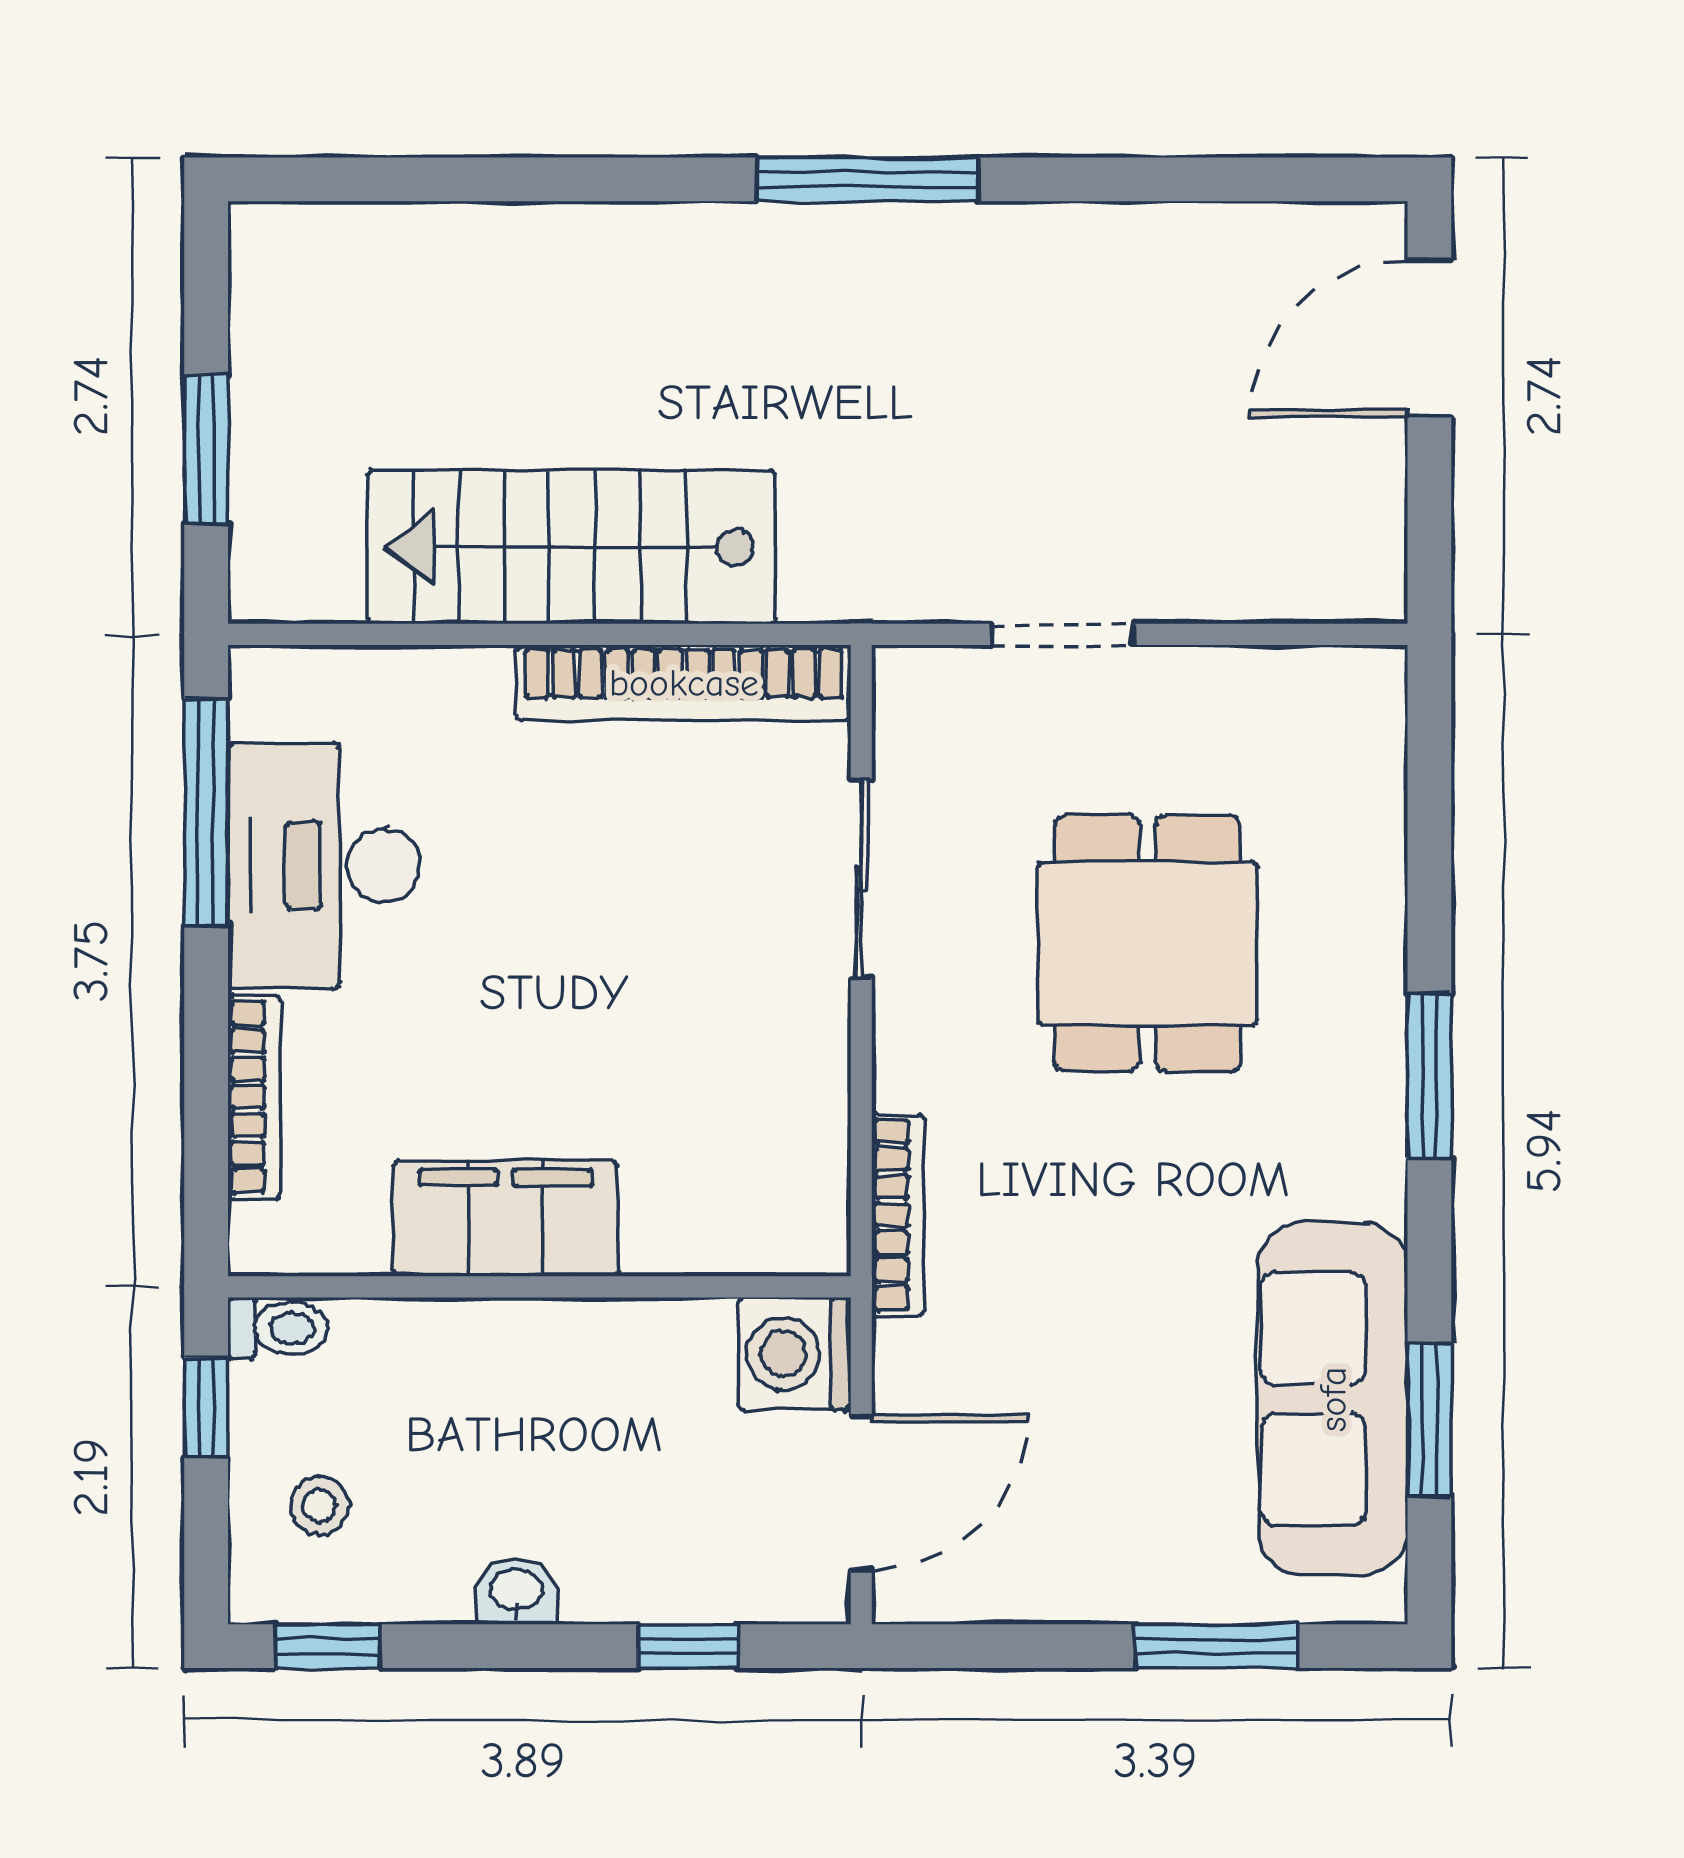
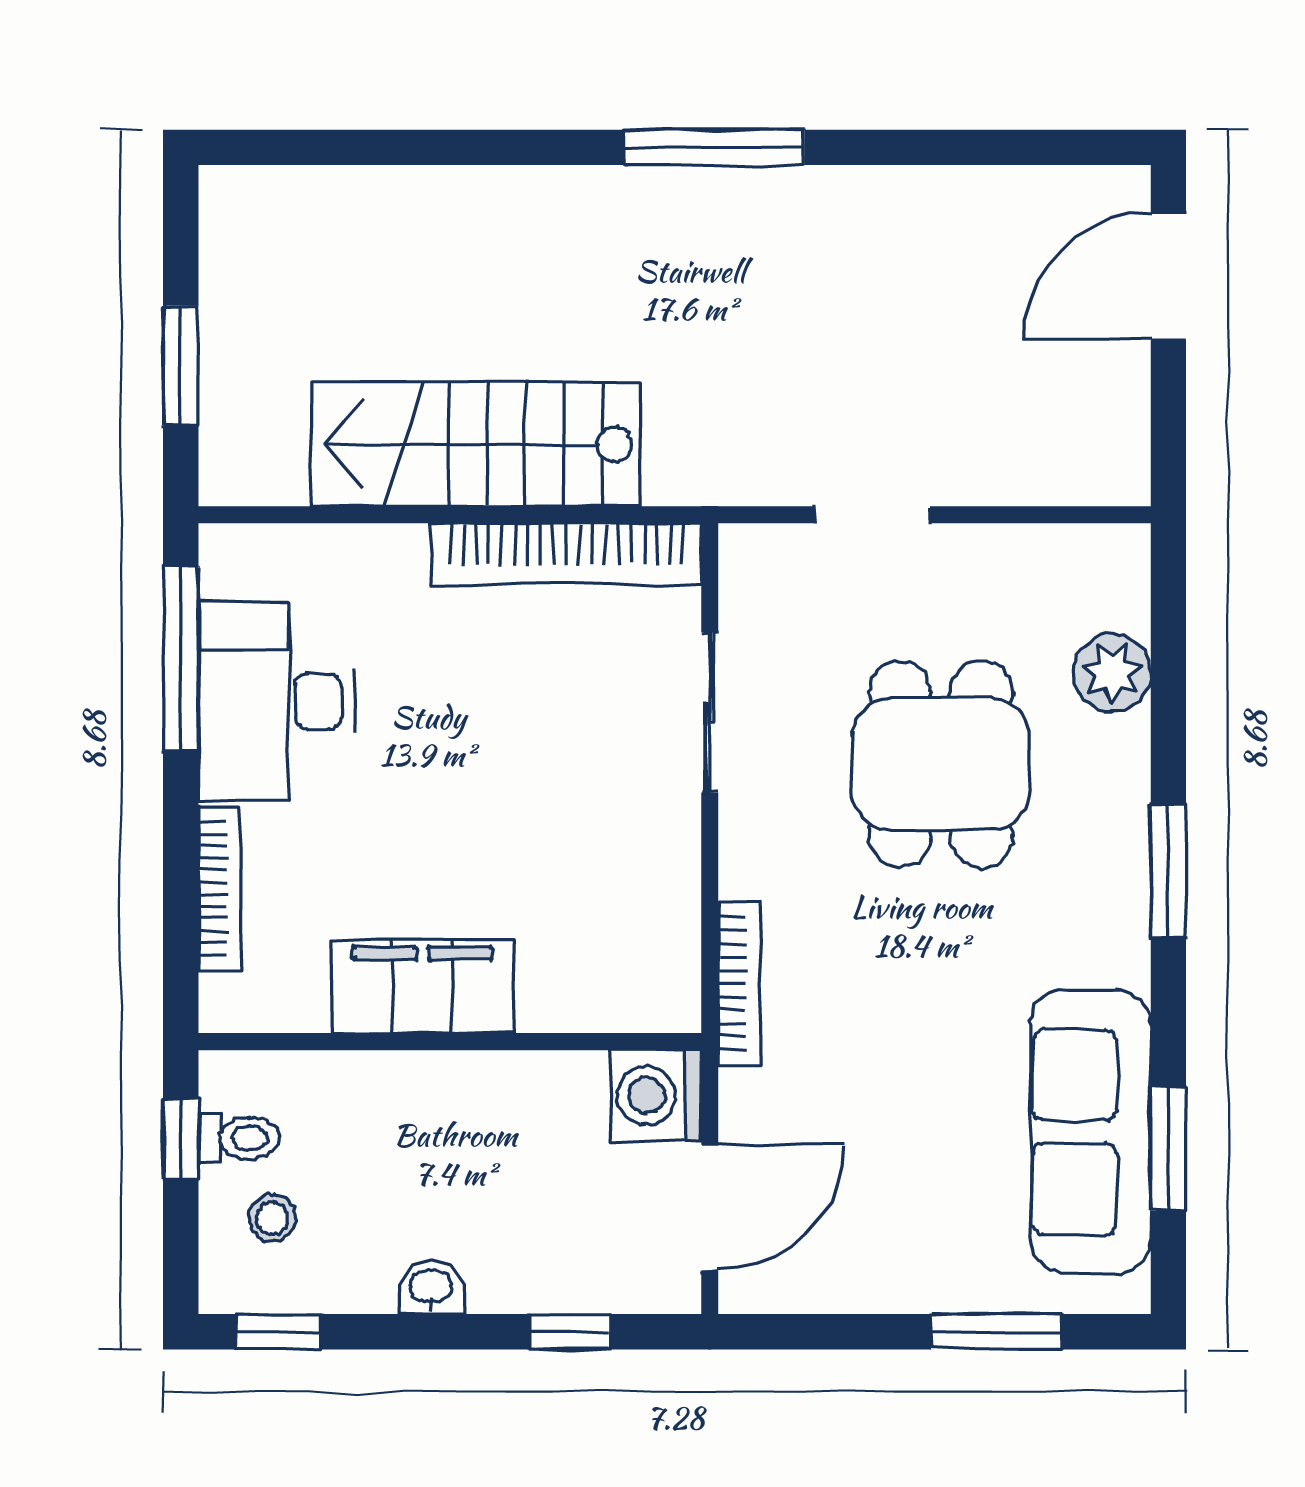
plant: (1360, 830) -> (1112, 673), added
toilet: (278, 1328) -> (239, 1138), moved

